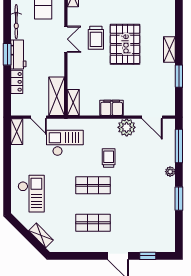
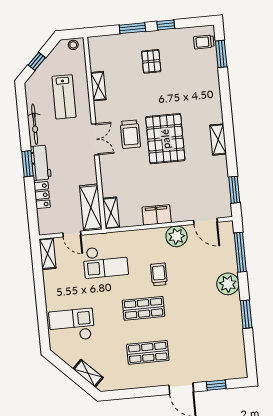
window: (179, 76) -> (234, 190), moved
checkout: (65, 143) -> (106, 262), turned 180
plant: (170, 172) -> (228, 284), width x1.87, depth x1.87
checkout: (31, 194) -> (72, 325), turned -90

